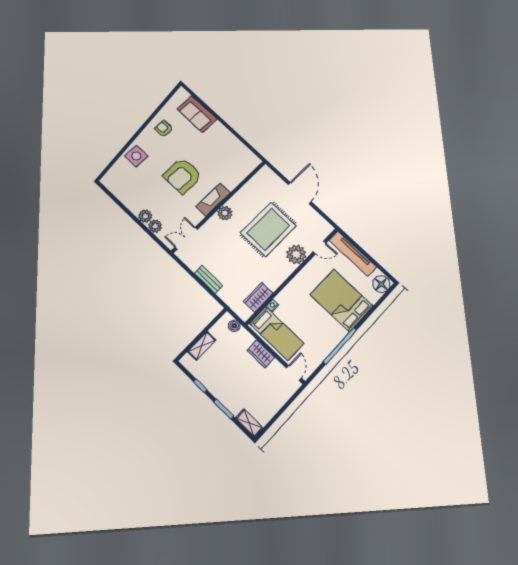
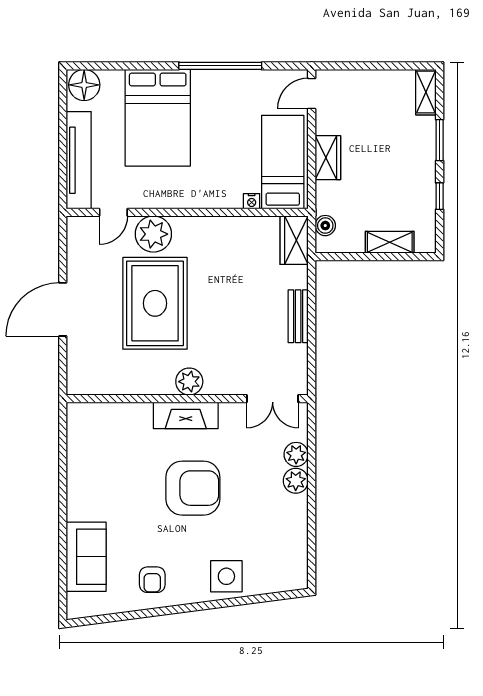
rug: (268, 229) -> (155, 303), turned 90
door: (320, 247) -> (113, 212), swing flipped
wardrobe: (258, 297) -> (294, 240), moved, turned 90

